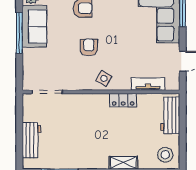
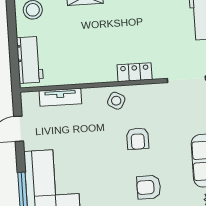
locker: (123, 100) -> (135, 72), moved

